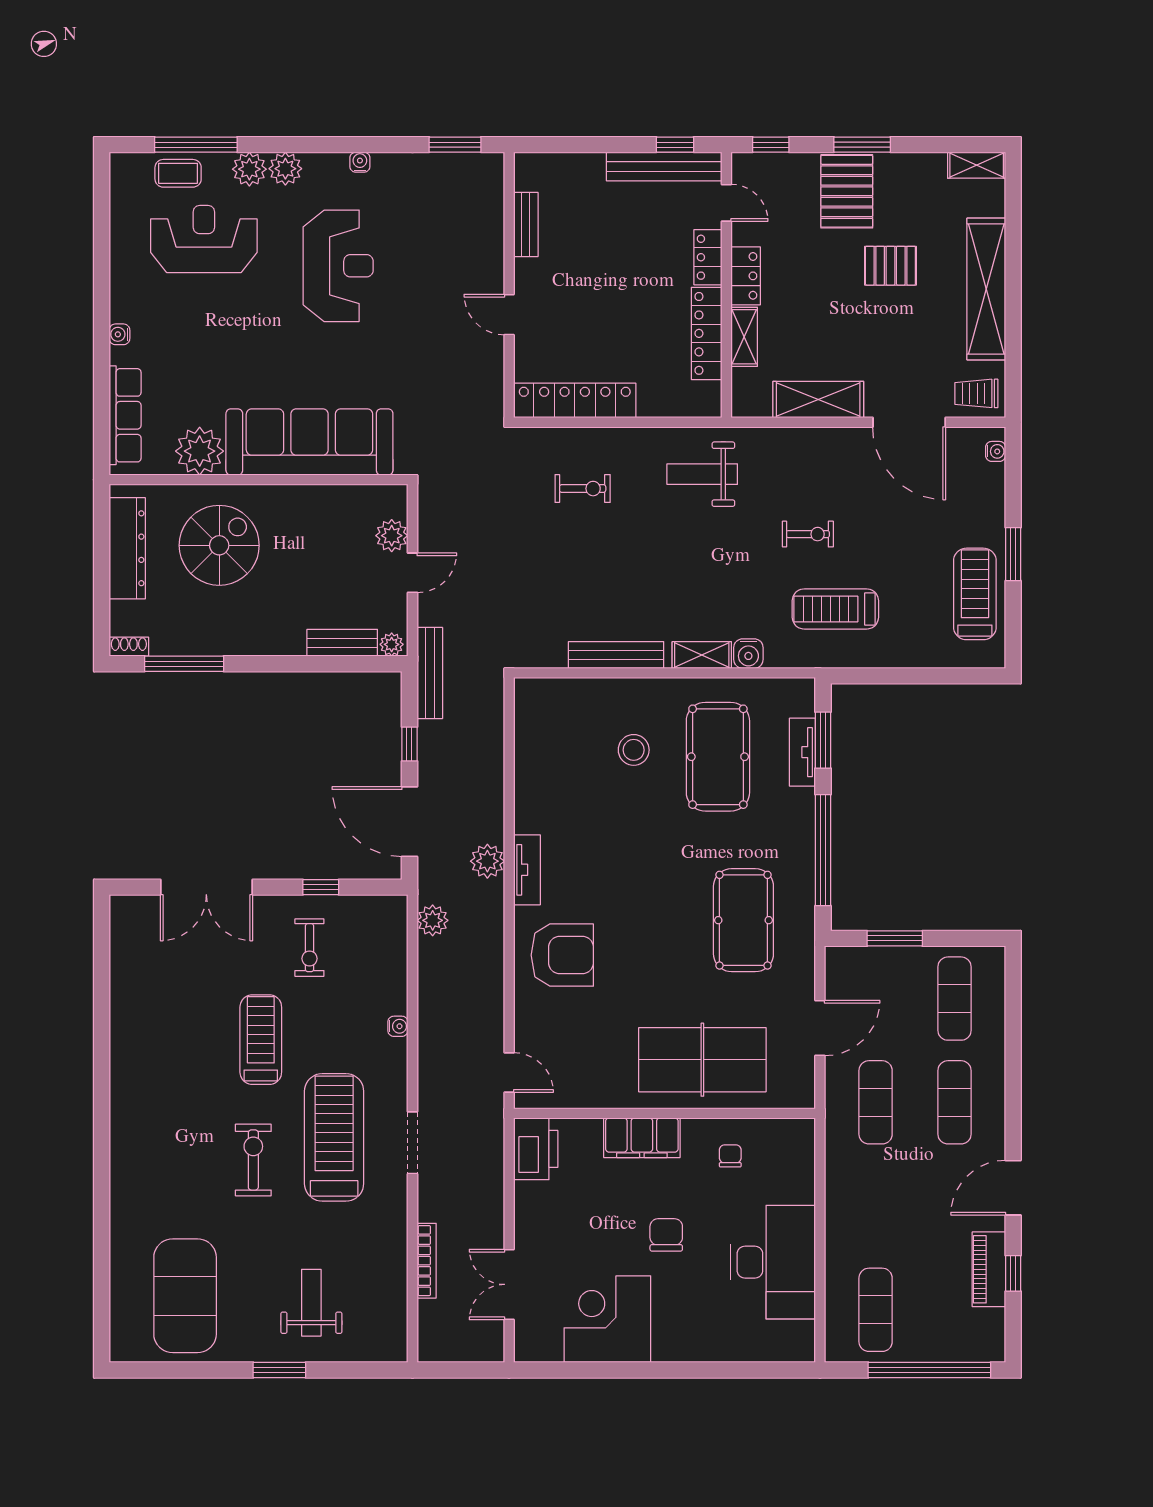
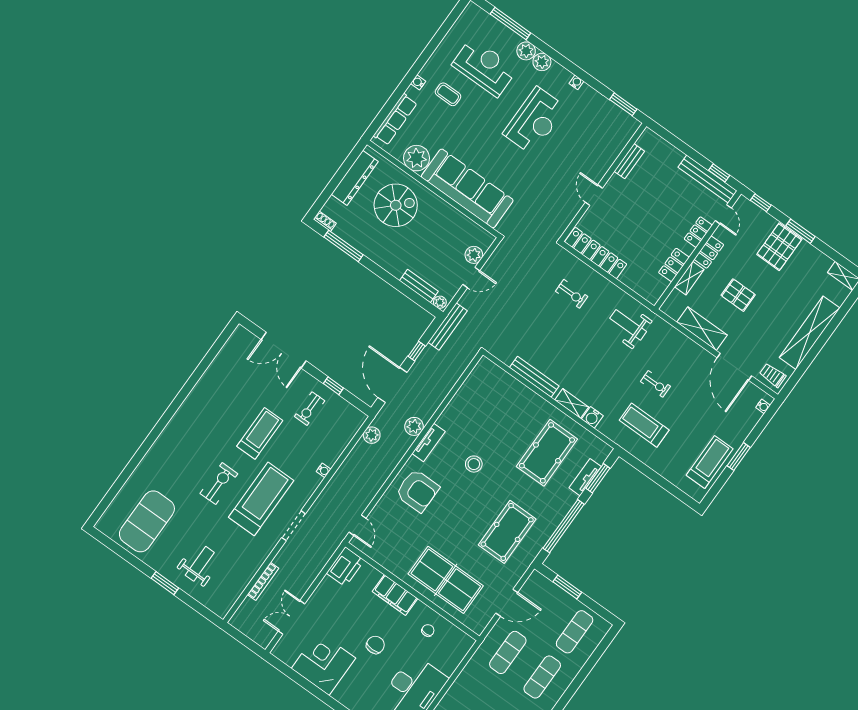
coffee table: (178, 173) -> (448, 94), moved
pallet: (890, 266) -> (738, 295), moved
locker: (707, 333) -> (674, 265), width x0.66
stool: (634, 750) -> (474, 464), moved

